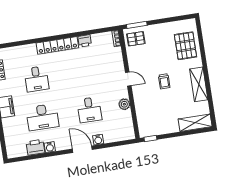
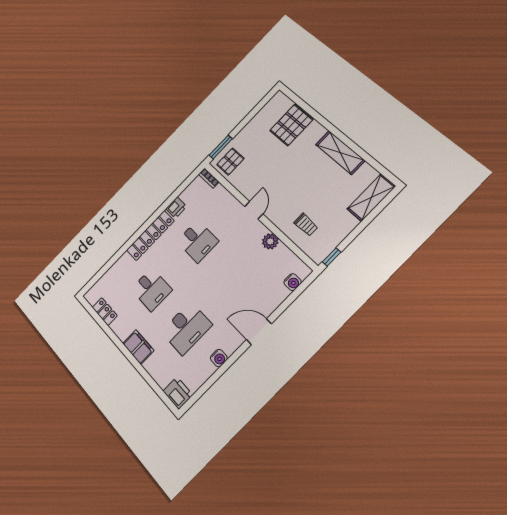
pallet: (185, 46) -> (291, 125), turned 90
door: (128, 79) -> (254, 210), hinge flipped
trolley: (164, 81) -> (306, 225), moved
desk: (89, 110) -> (198, 241), moved
water cooler: (98, 140) -> (293, 282), moved
printer: (35, 147) -> (178, 393), moved, turned 90

